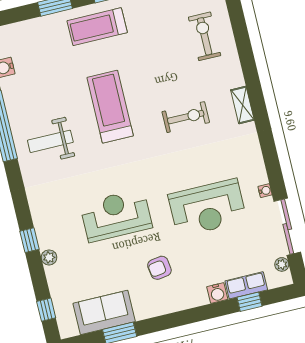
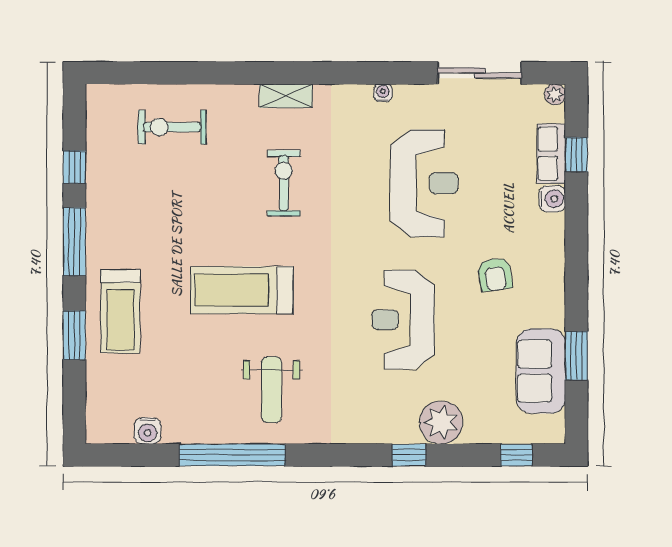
treadmill: (97, 27) -> (120, 311), moved
water cooler: (265, 191) -> (383, 93), moved
plant: (49, 257) -> (441, 422), width x1.88, depth x1.88
plant: (282, 264) -> (555, 94), moved

